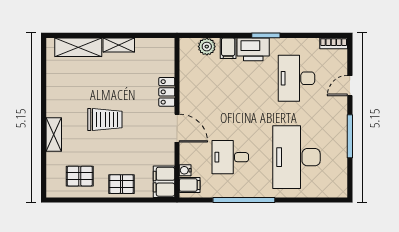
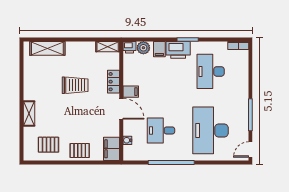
shelving: (119, 45) -> (108, 47), moved
printer: (188, 46) -> (129, 47), added
door: (350, 86) -> (250, 150), moved
trolley: (105, 119) -> (75, 85), moved
filing cabinet: (190, 185) -> (131, 92), moved

